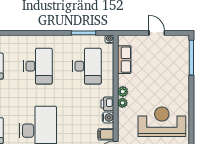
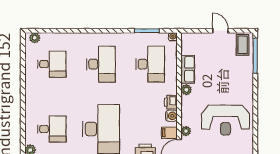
coffee table: (179, 47) -> (243, 45), added
row of seats: (124, 60) -> (188, 69), moved
plant: (123, 103) -> (186, 131), moved
reception desk: (162, 122) -> (225, 120), turned 180

